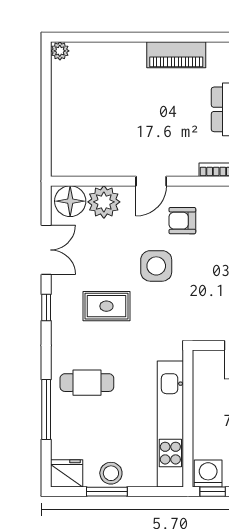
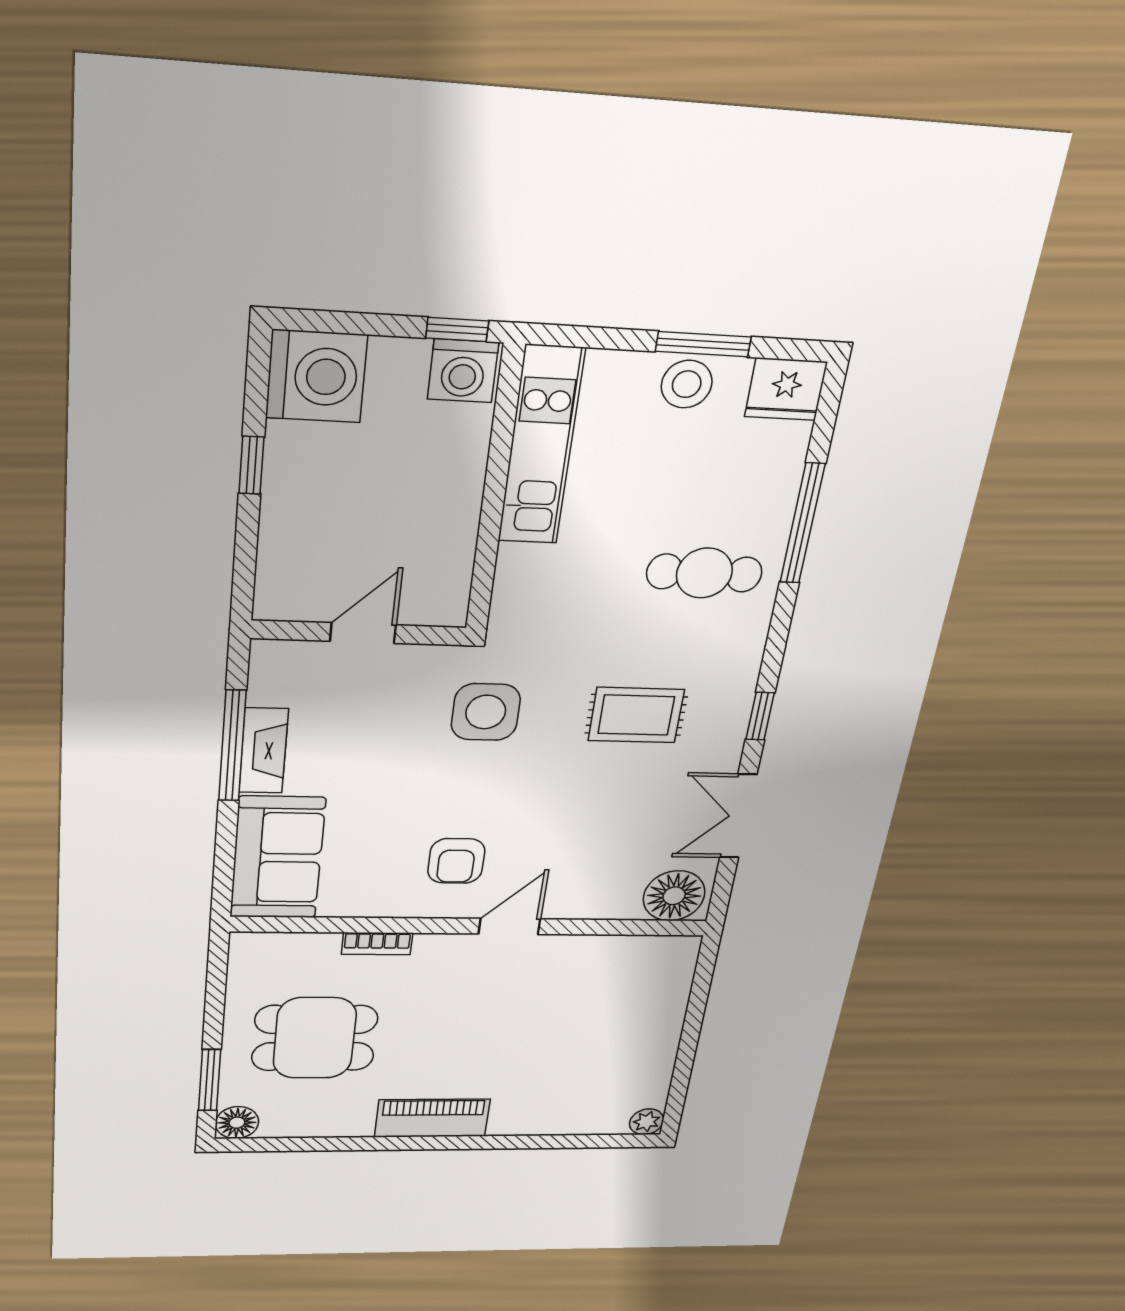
plant: (104, 202) -> (609, 894), removed
armchair: (182, 221) -> (456, 861), turned 90
side table: (156, 266) -> (486, 712), moved
kitchen unit: (170, 424) -> (541, 446), width x0.73

